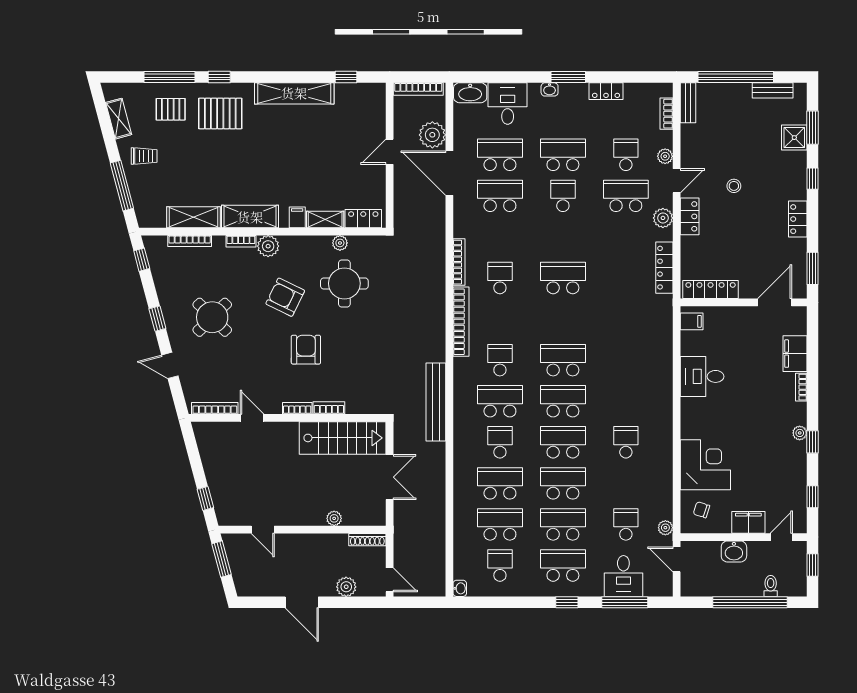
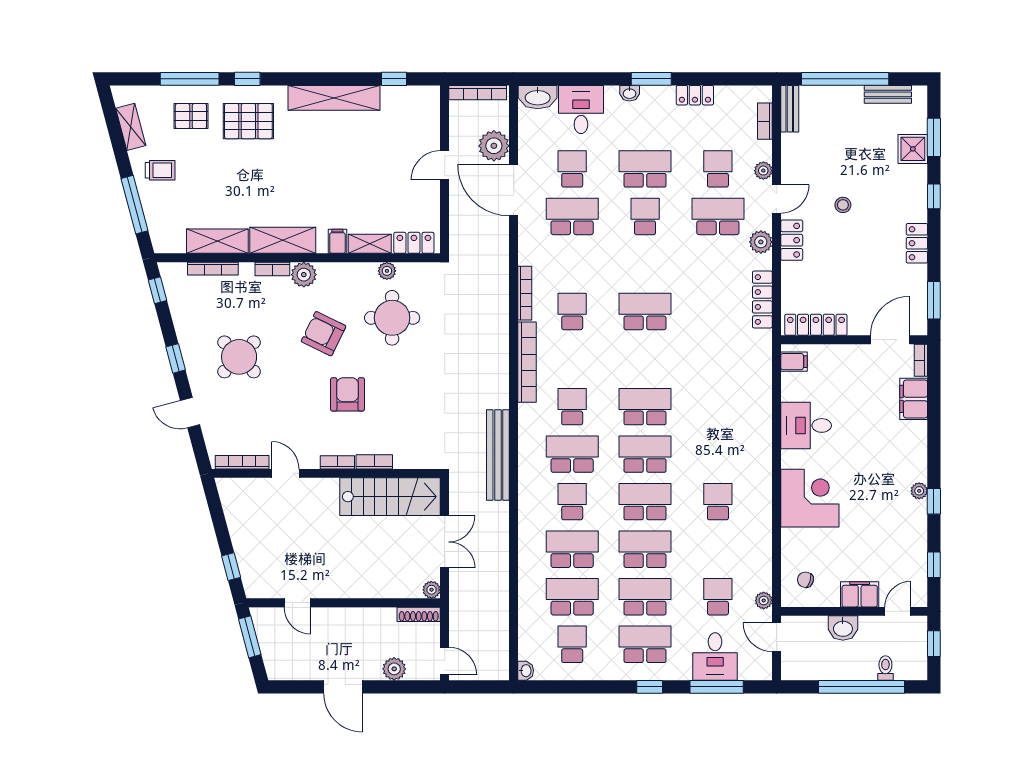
school desk: (500, 155) -> (572, 169), width x0.54
bookcase: (801, 387) -> (921, 360), moved
corner desk: (705, 465) -> (810, 498), moved
plant: (334, 518) -> (431, 590), moved

